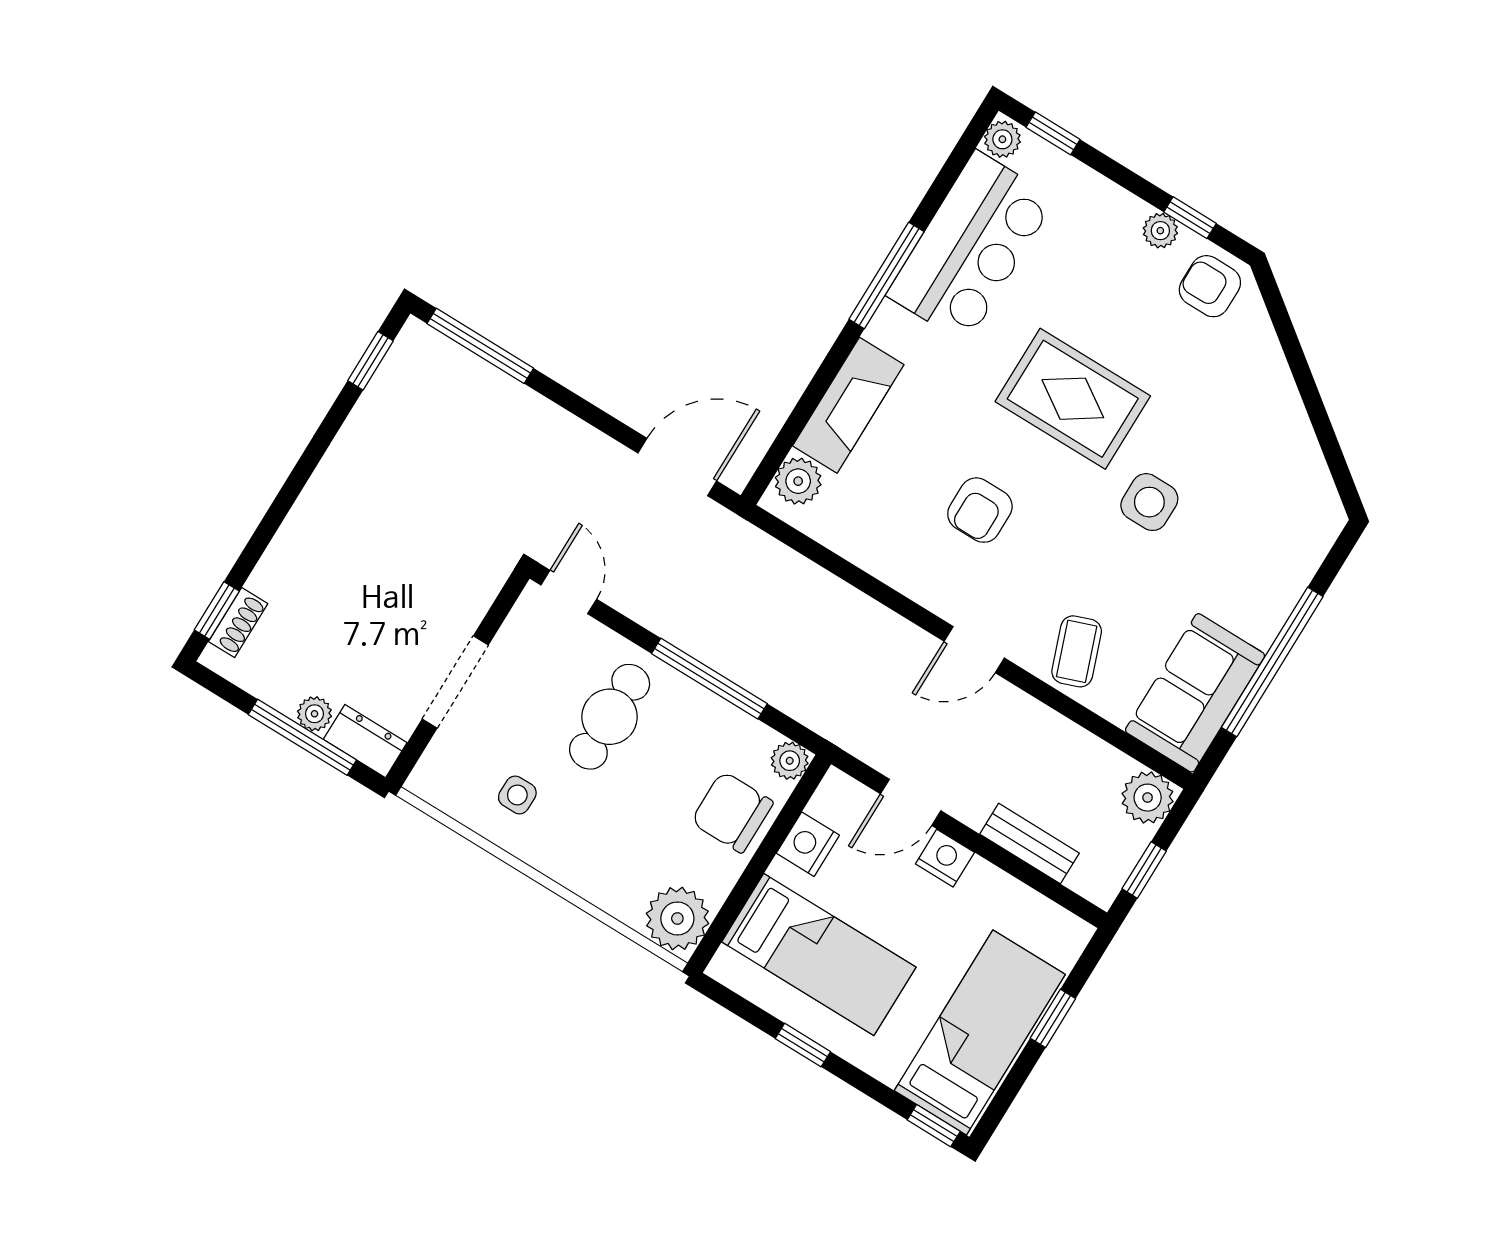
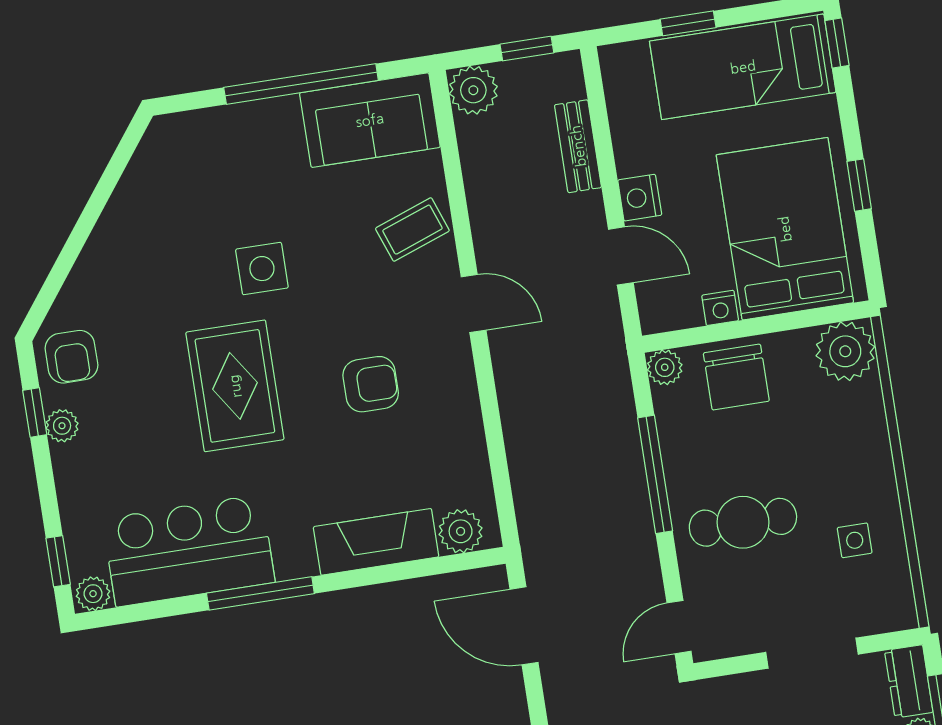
nightstand: (808, 844) -> (720, 308), width x0.72, depth x0.74
bed: (819, 955) -> (785, 229), width x1.50

